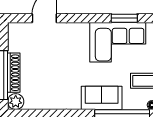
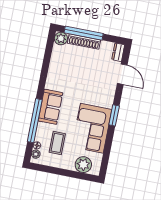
window: (124, 18) -> (114, 115), moved
dresser: (19, 28) -> (118, 52), added

